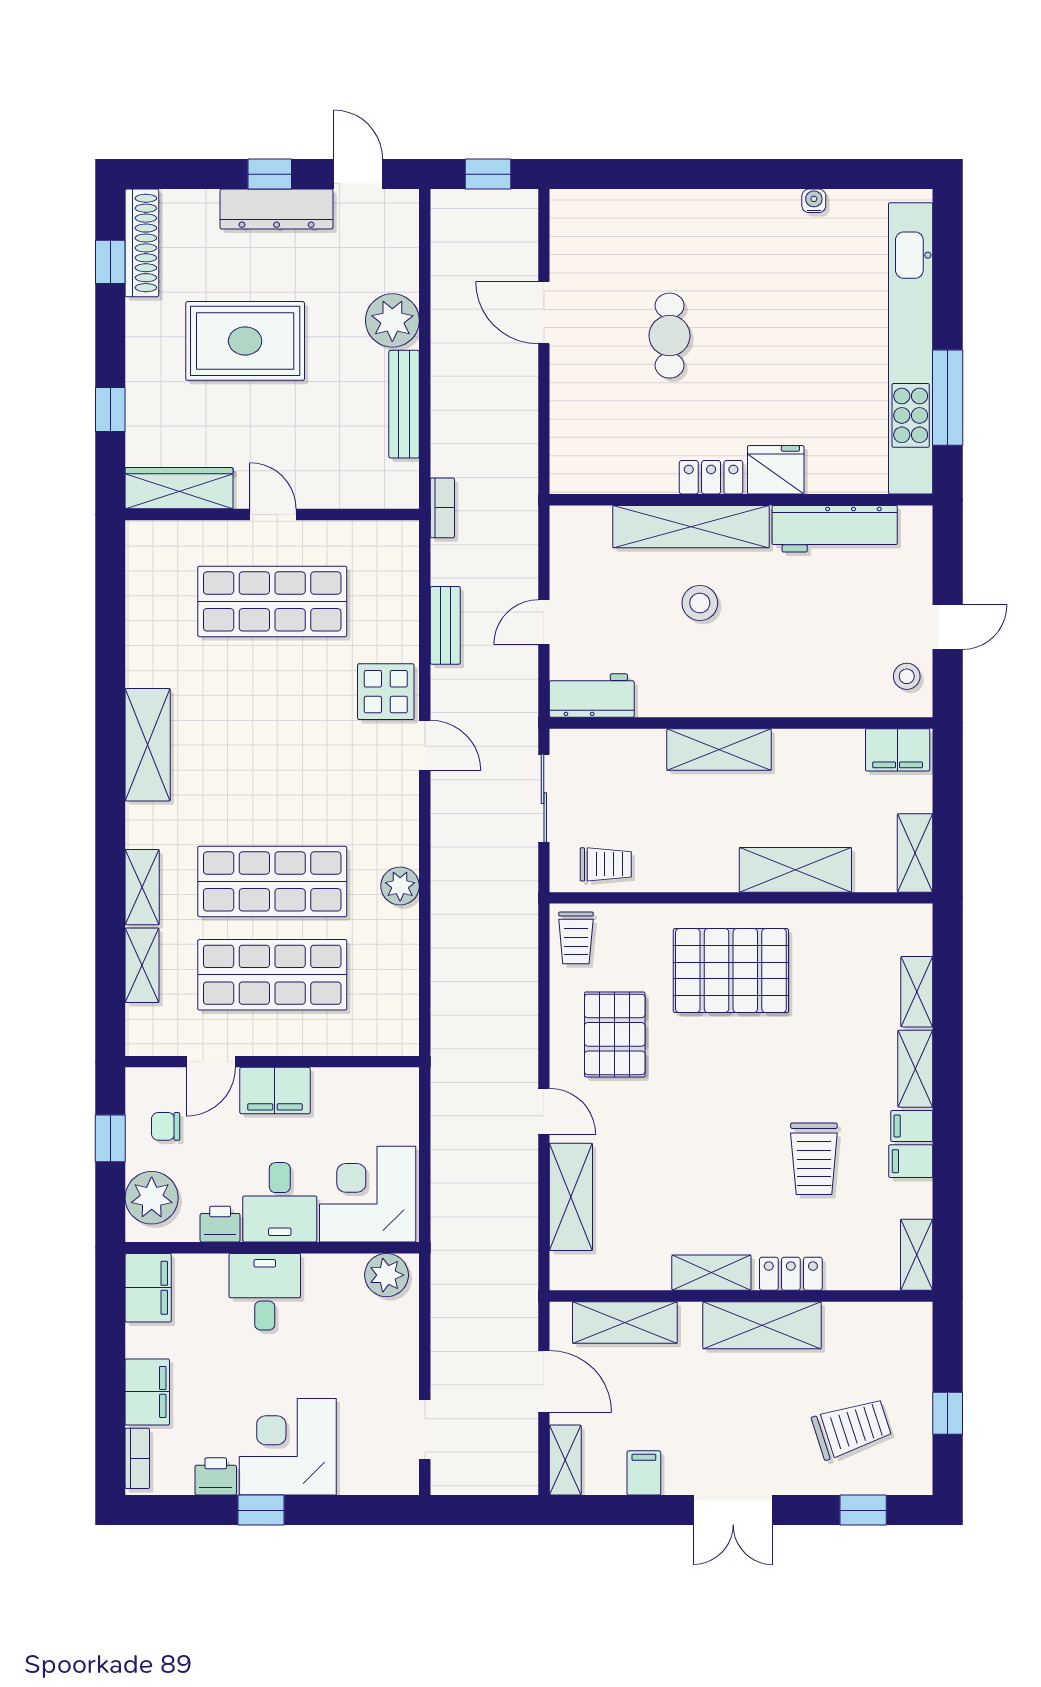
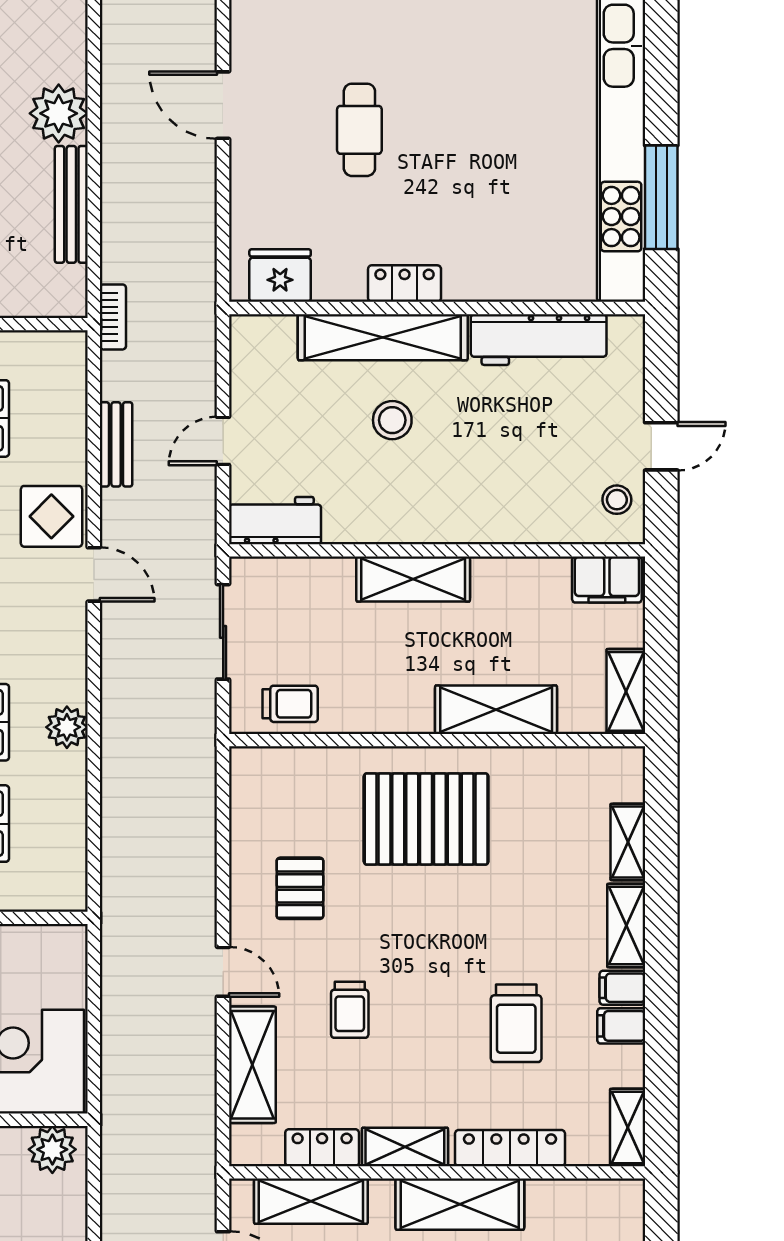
fridge: (776, 470) -> (280, 276), moved
trolley: (576, 938) -> (350, 1010), moved
pallet: (615, 1034) -> (300, 888), width x0.67, depth x0.71
locker: (635, 1273) -> (322, 1148), added
locker: (791, 1274) -> (510, 1148), width x1.53

